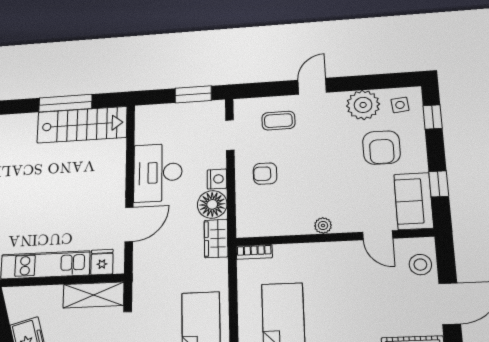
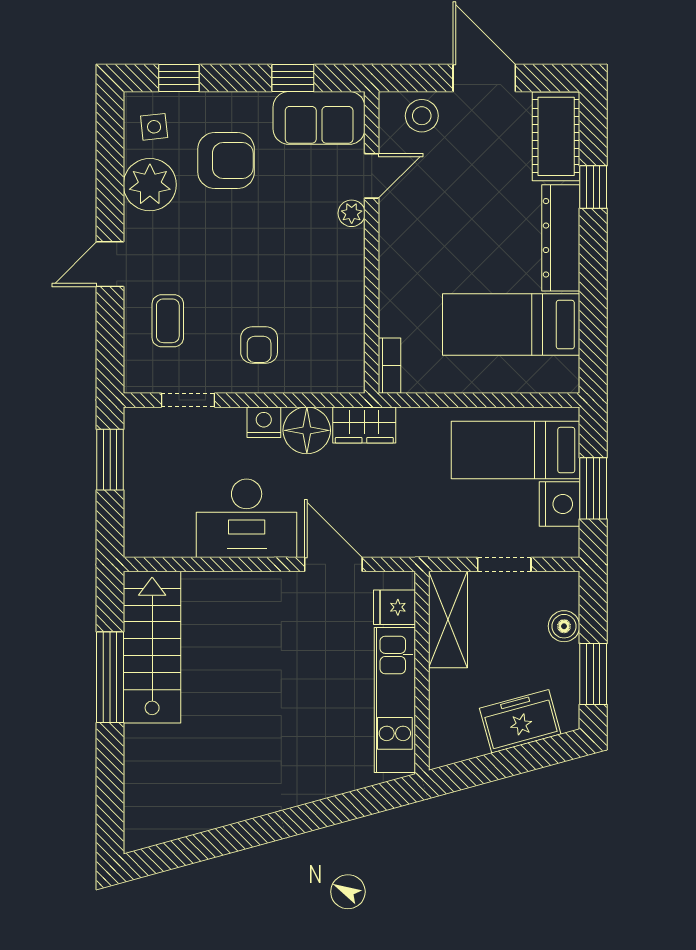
door: (312, 86) -> (110, 264), hinge flipped
plant: (323, 226) -> (352, 213), moved

